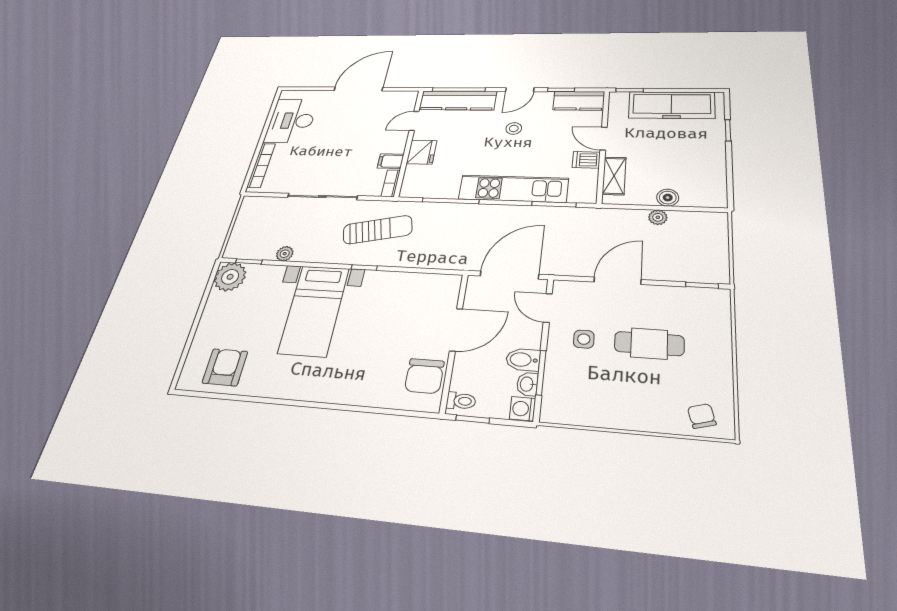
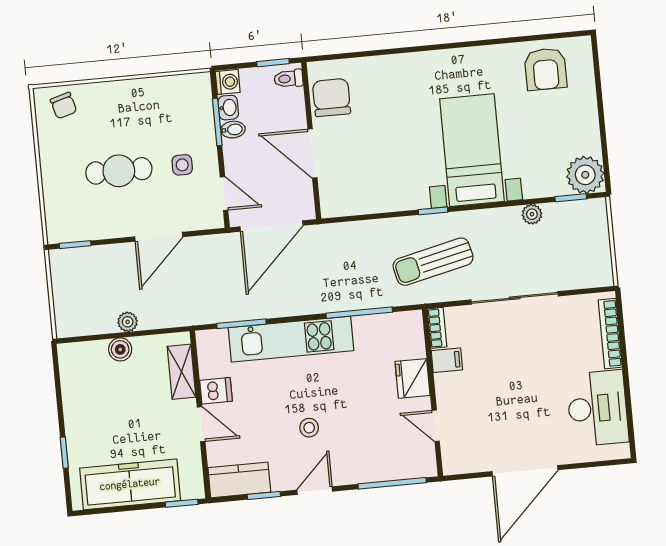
kitchen counter: (458, 100) -> (389, 465), removed
door: (414, 121) -> (436, 426), swing flipped
door: (456, 330) -> (312, 153), hinge flipped
bidet: (523, 360) -> (233, 130), width x0.72, depth x0.74

